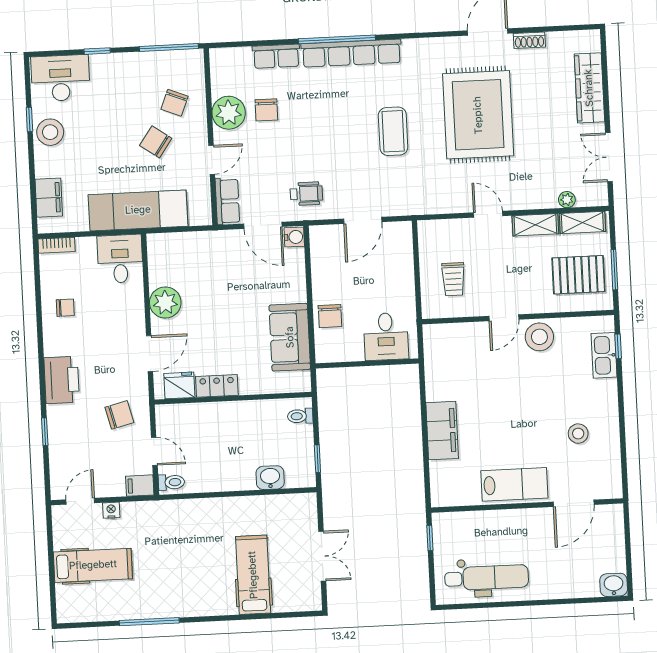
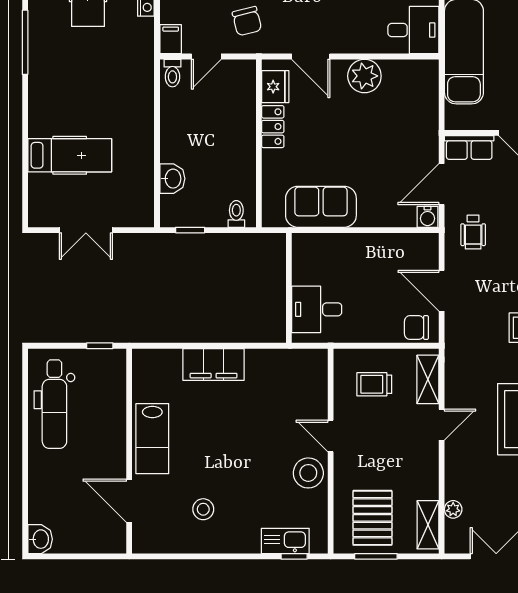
shelving: (535, 225) -> (428, 379), moved
chair: (330, 316) -> (416, 328), moved

